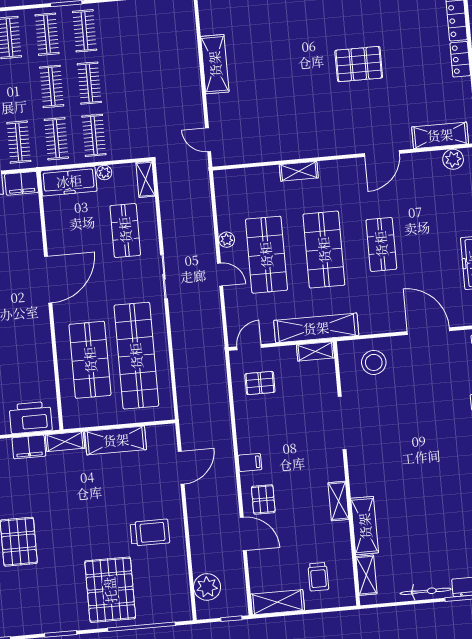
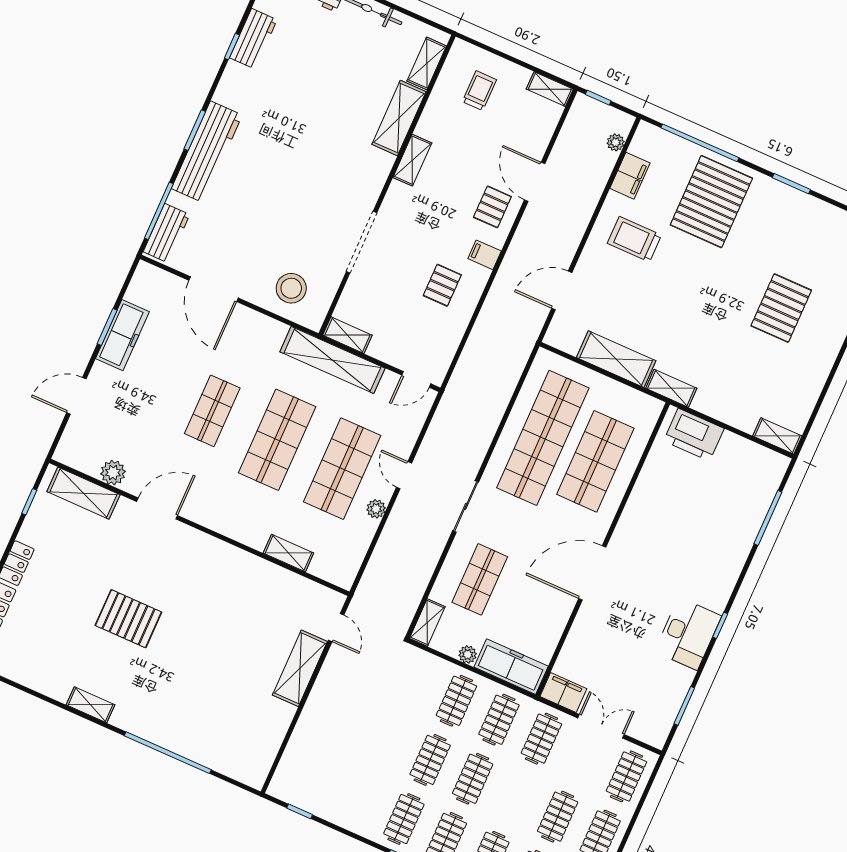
shelving: (215, 64) -> (300, 668), moved
plant: (453, 159) -> (113, 473), moved
shelving: (299, 171) -> (288, 553), moved
pallet: (260, 383) -> (442, 285), moved, turned 90
filing cabinet: (29, 447) -> (630, 176), moved, turned 90
plant: (207, 587) -> (616, 142), width x0.53, depth x0.53
shelving: (277, 602) -> (550, 89), width x0.67, depth x0.75

